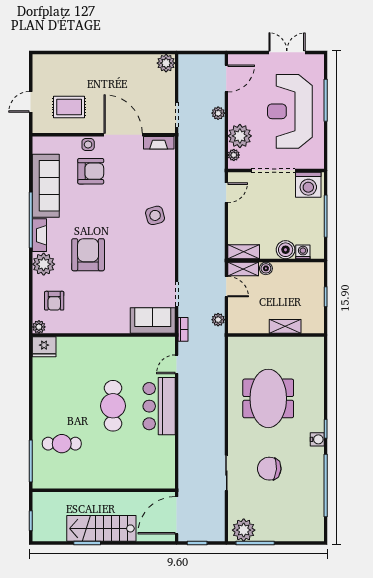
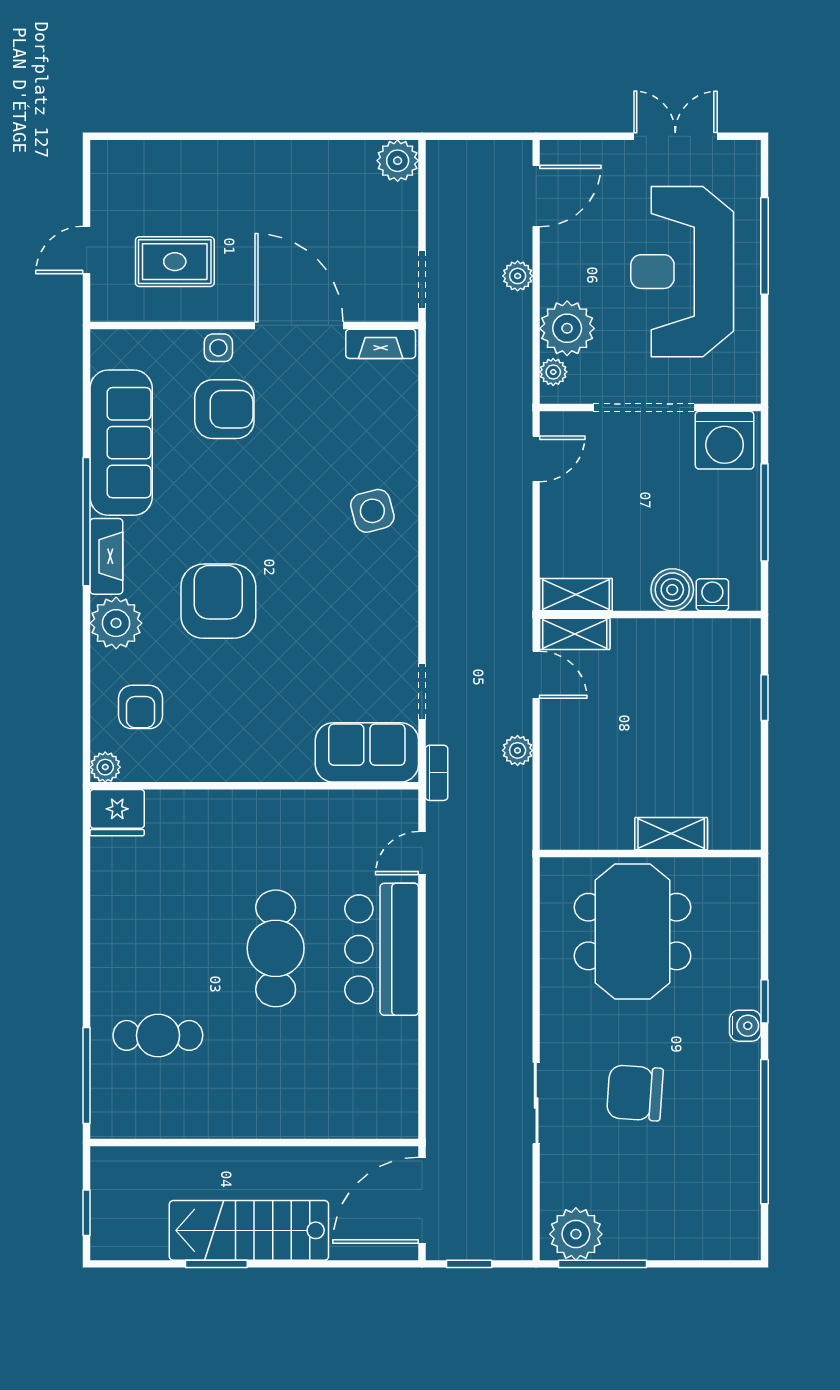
boiler: (266, 268) -> (627, 633), removed
shelving: (285, 326) -> (671, 834), moved
wall: (276, 335) -> (650, 854), moved

